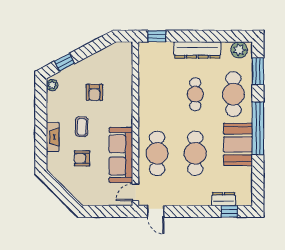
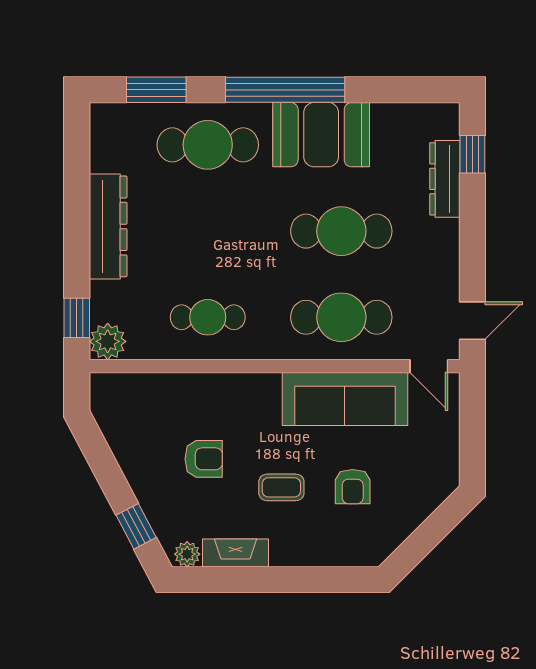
plant: (239, 50) -> (108, 341), moved
cafe table: (195, 94) -> (208, 317), moved
fireplace: (53, 137) -> (236, 553), moved
dresser: (224, 199) -> (445, 179), width x1.44

